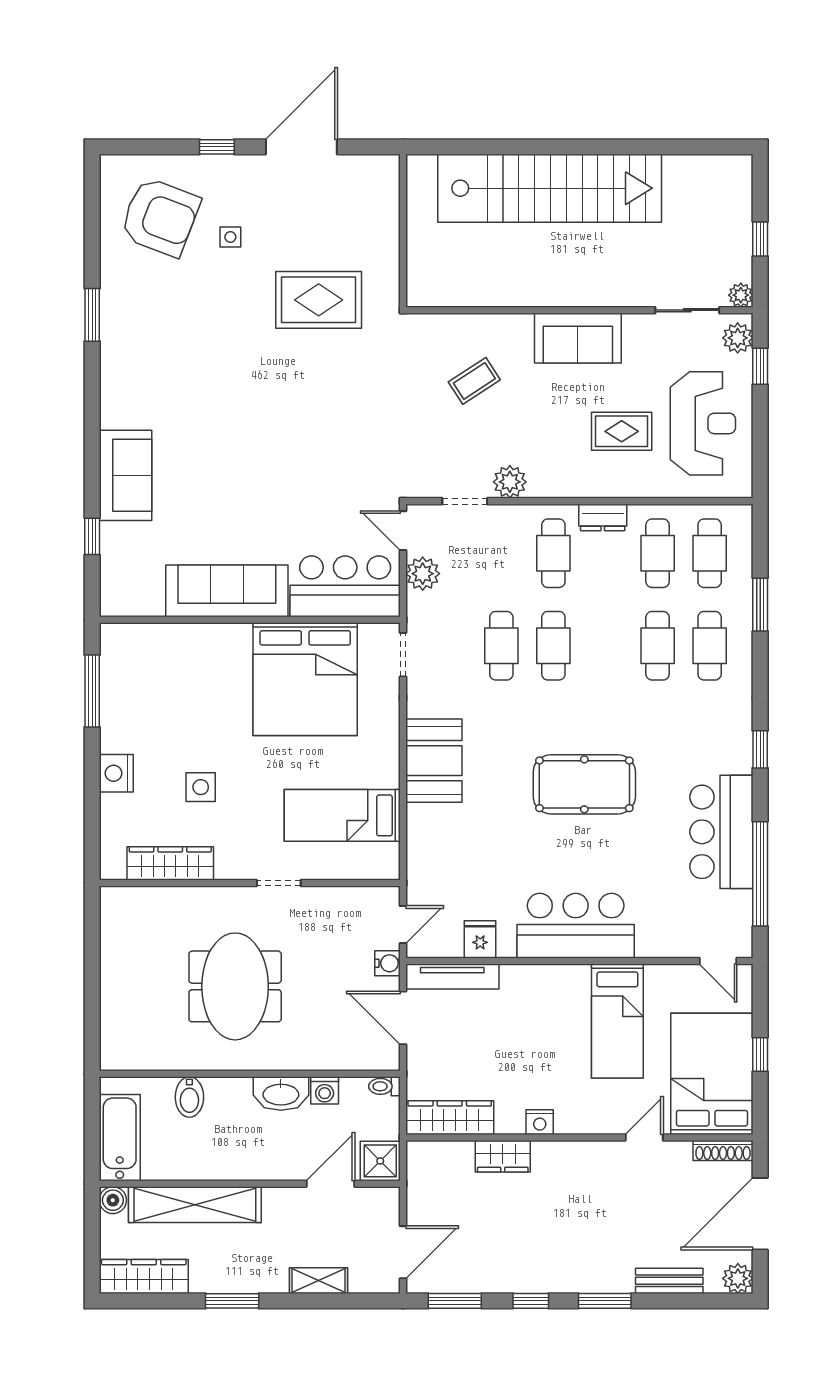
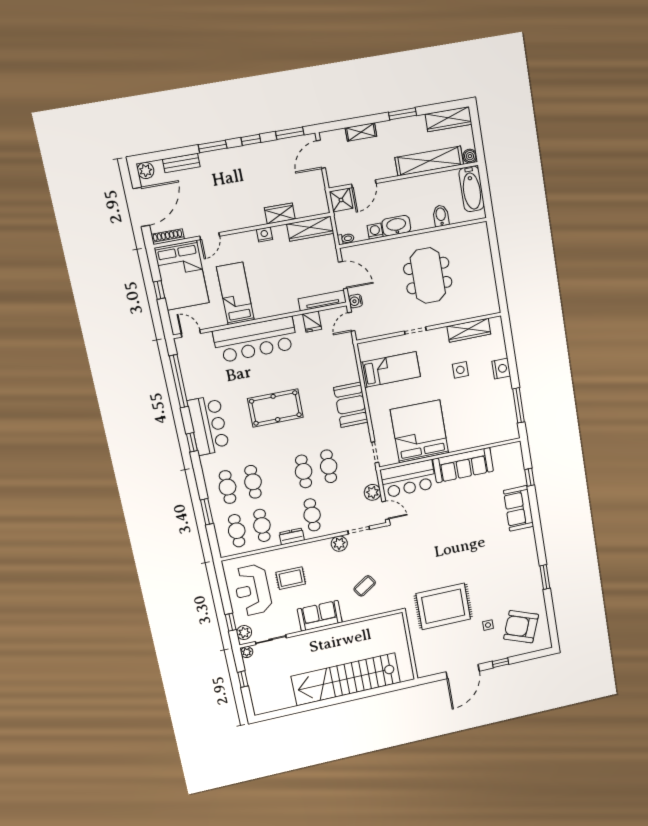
rug: (319, 300) -> (443, 606), width x1.37, depth x1.44
bar counter: (721, 832) -> (208, 425), moved
bar counter: (576, 926) -> (255, 340), width x1.36

